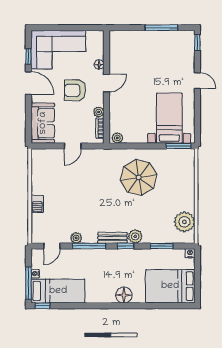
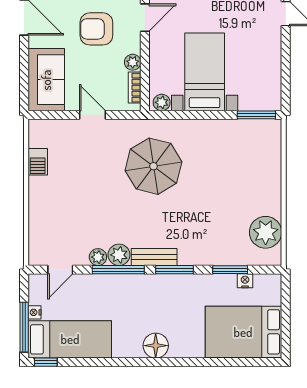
bed with nightstands: (169, 118) -> (205, 72), moved
door: (73, 146) -> (93, 115), swing flipped
parasol: (139, 177) -> (153, 166), moved
barbecue: (37, 204) -> (38, 162), moved
plant: (135, 236) -> (119, 255), moved
window: (126, 246) -> (174, 270), width x1.50
nightstand: (190, 253) -> (245, 281), moved
floor lamp: (124, 295) -> (156, 346), moved

